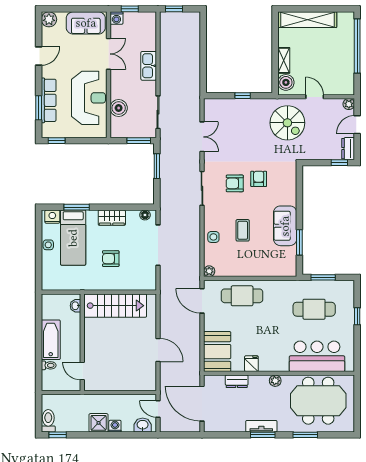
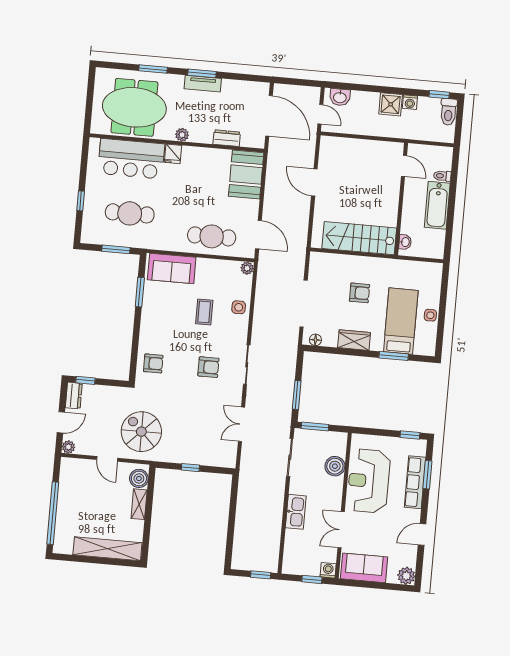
armchair: (259, 179) -> (153, 363), moved, turned -90
nightstand: (52, 217) -> (423, 348), removed
sofa: (285, 226) -> (172, 268), moved, turned 90
fridge: (251, 364) -> (173, 154), moved
washing machine: (115, 426) -> (410, 102), moved

